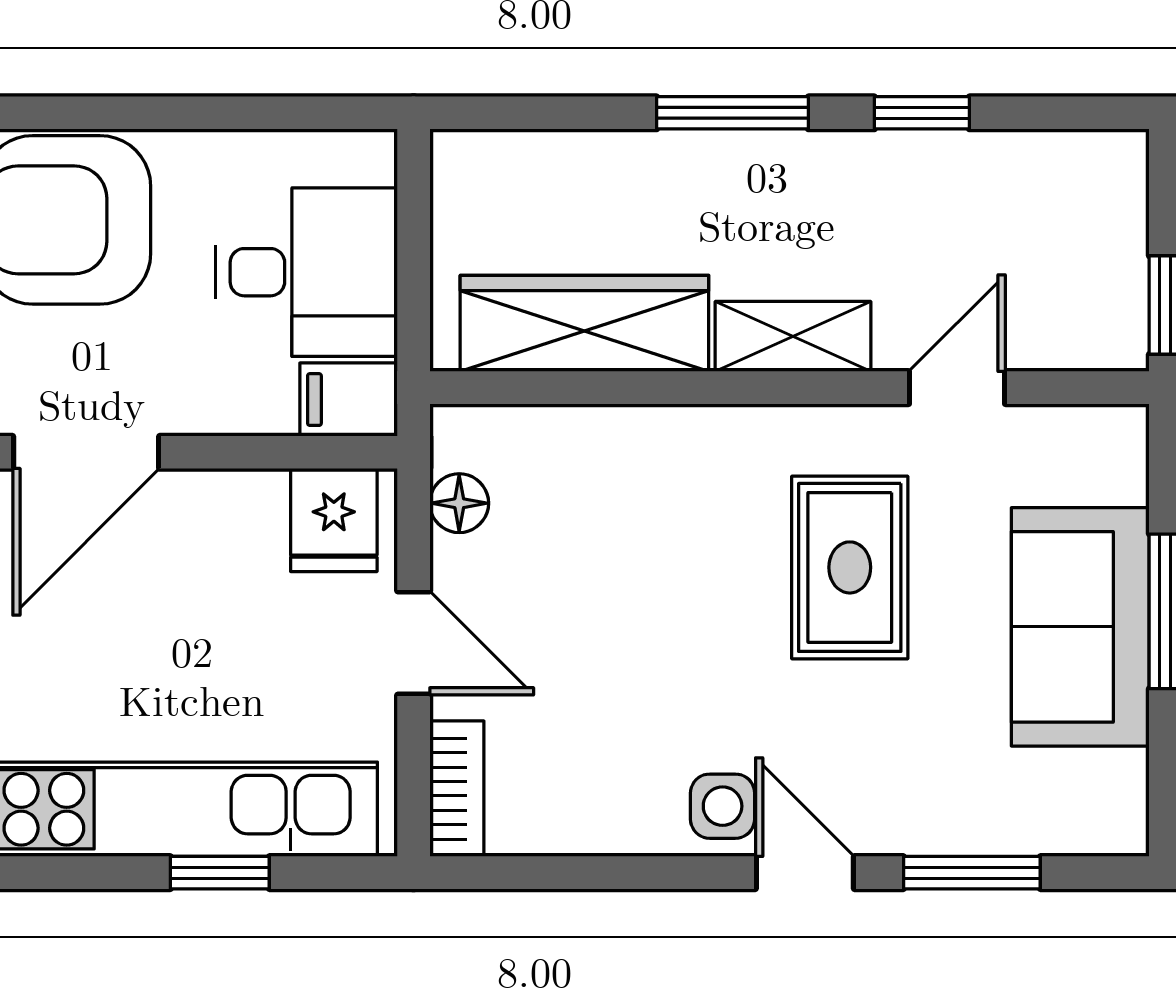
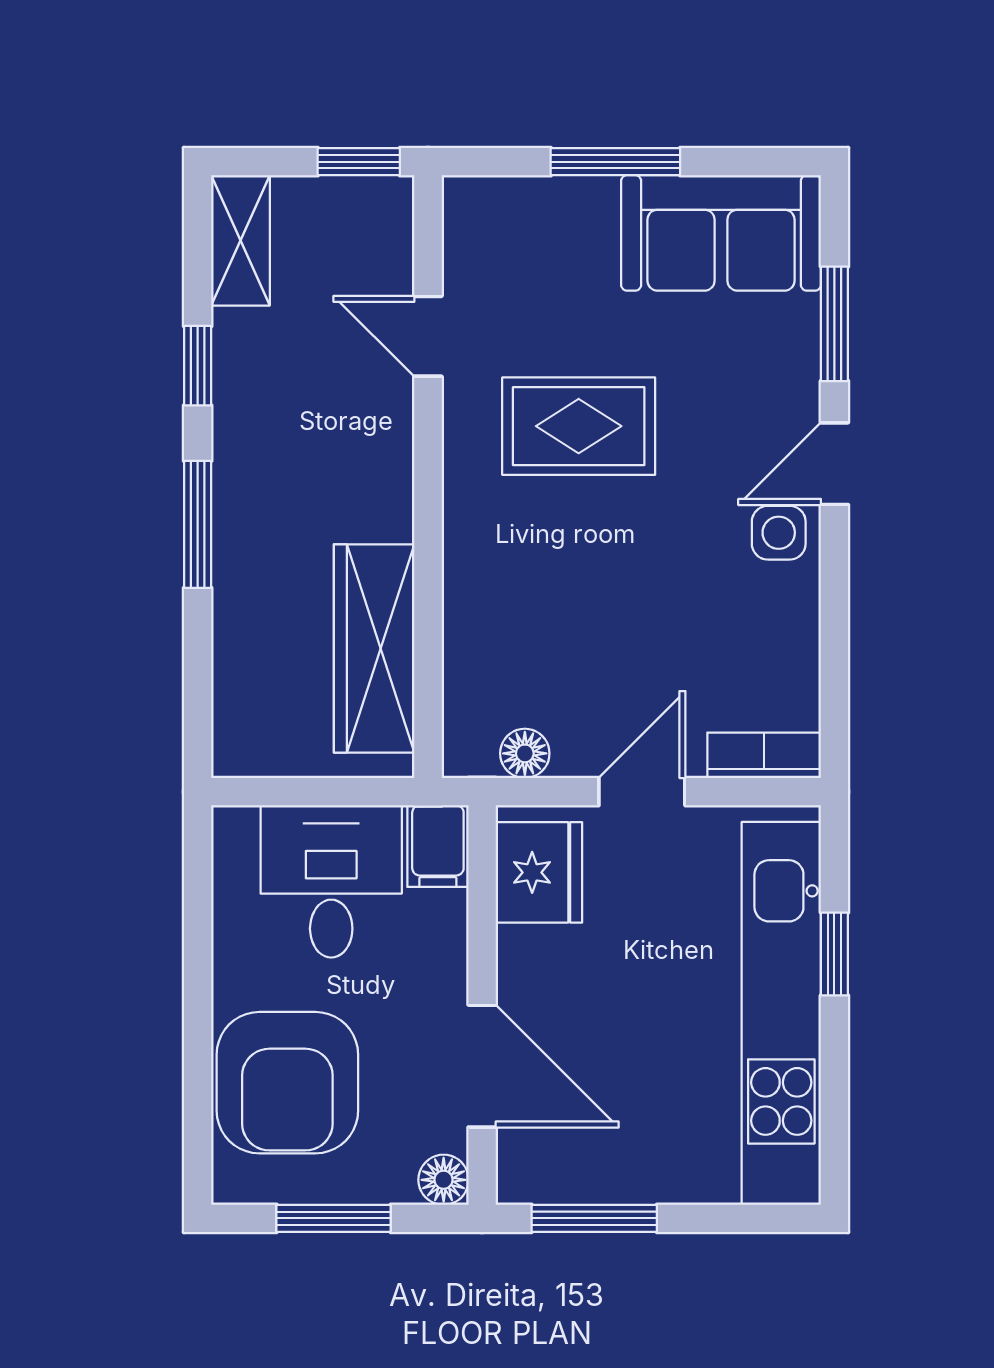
shelving: (793, 336) -> (241, 240), moved
fridge: (334, 520) -> (539, 872), width x1.38
sofa: (1080, 627) -> (721, 233), moved

